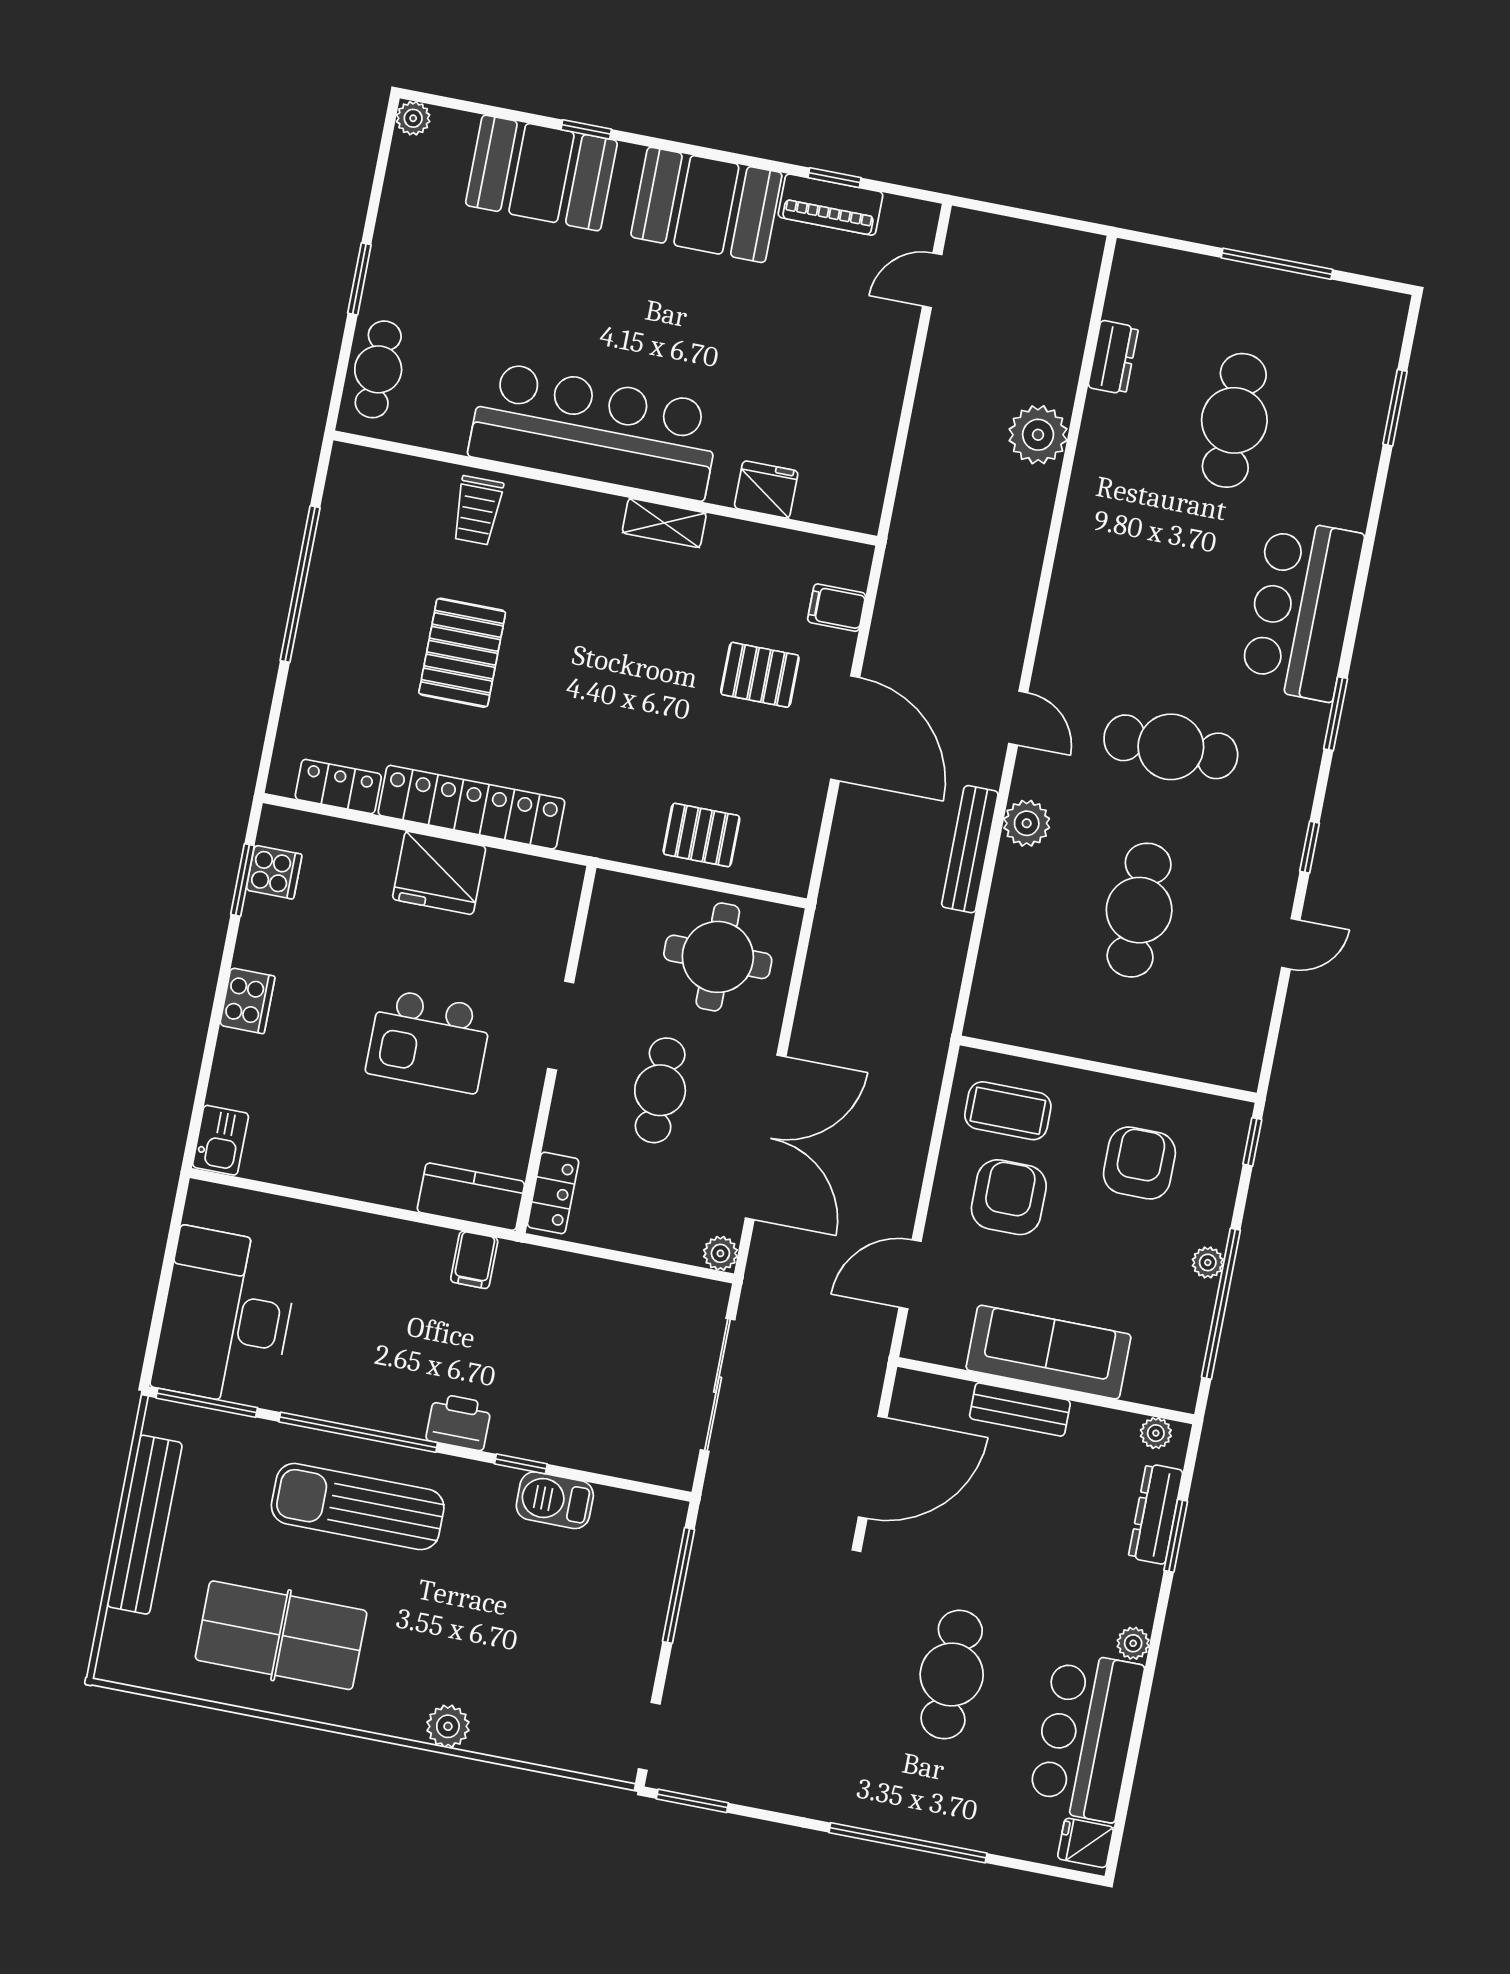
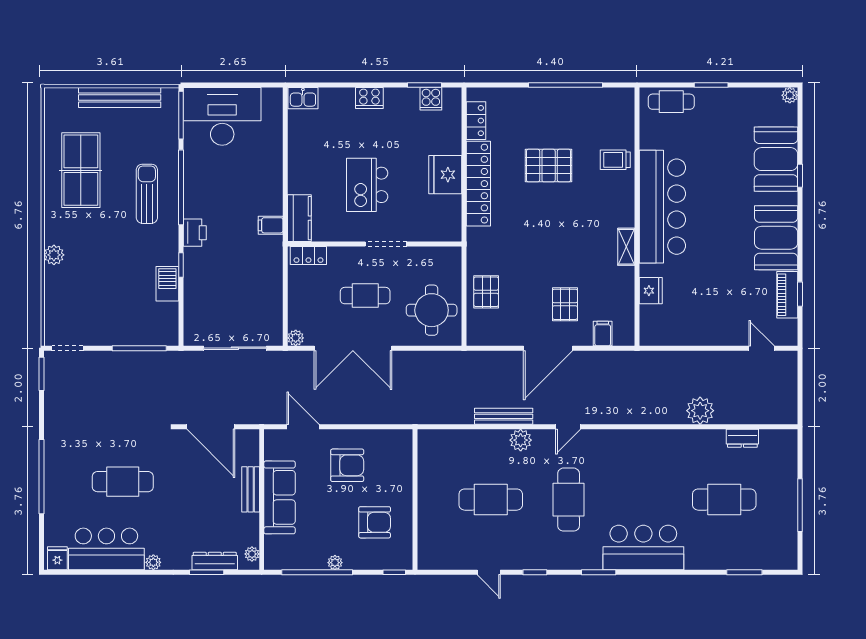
coffee table: (1008, 1111) -> (387, 457), removed
sun lounger: (358, 1507) -> (147, 194), width x0.73, depth x0.75

